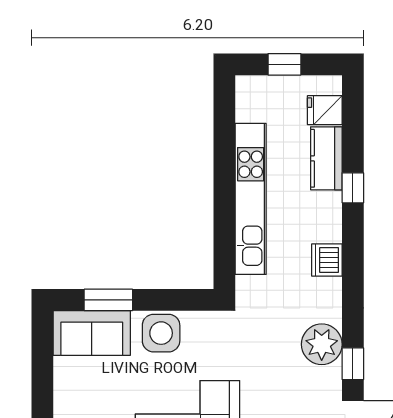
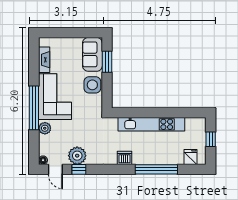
kitchen counter: (326, 158) -> (169, 158), removed
window: (353, 188) -> (156, 169), width x3.17
plant: (322, 344) -> (77, 156), moved

